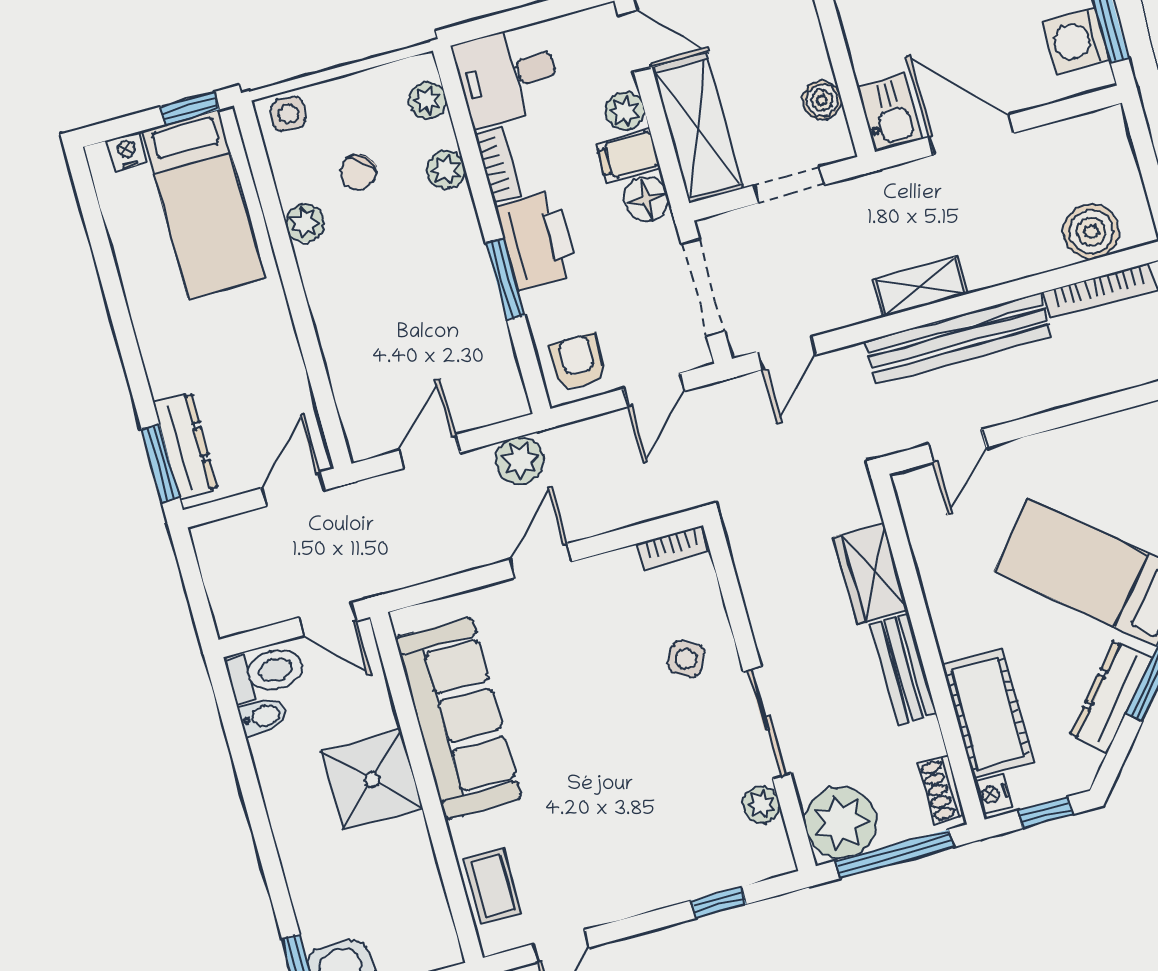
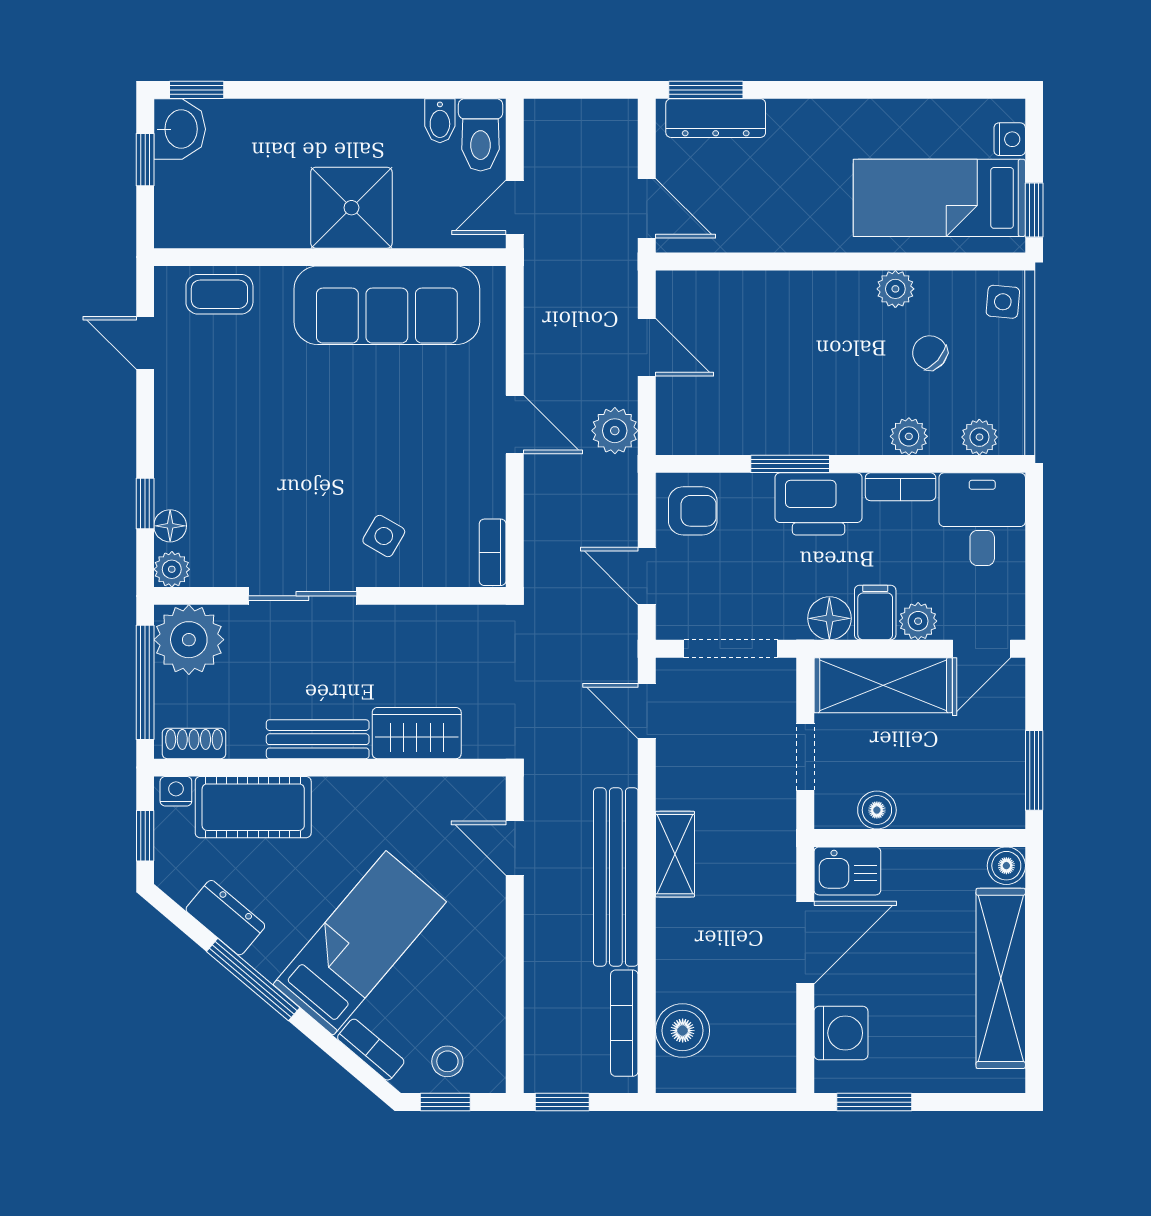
washing machine: (1076, 40) -> (841, 1033), moved, turned 90
dresser: (1111, 697) -> (225, 918), width x0.70
plant: (761, 804) -> (172, 569), moved
floor lamp: (734, 872) -> (170, 526), added

